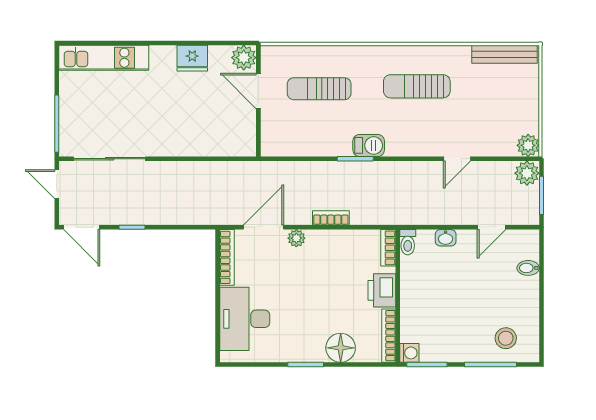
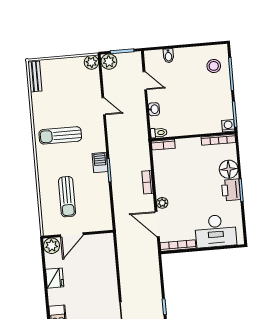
bench: (505, 54) -> (35, 77), width x0.73
sun lounger: (417, 86) -> (60, 135), turned 90
printer: (382, 290) -> (231, 190), moved, turned 90

